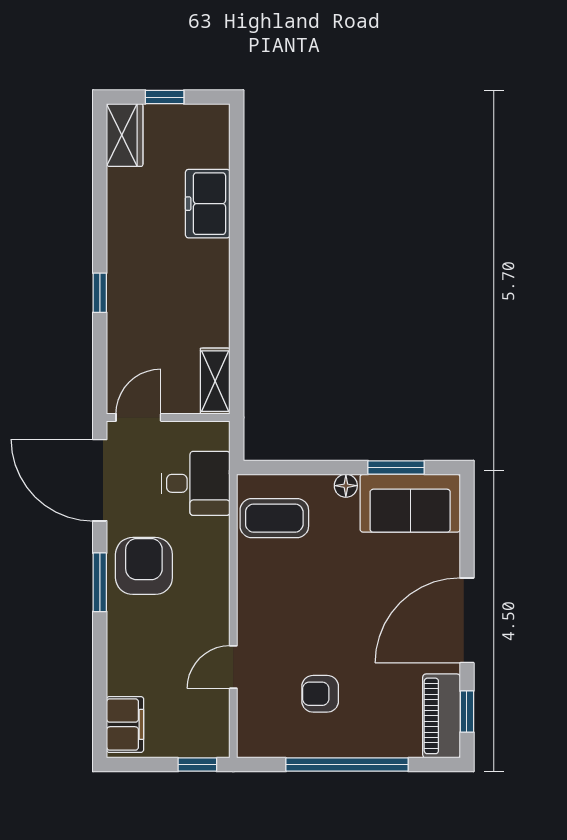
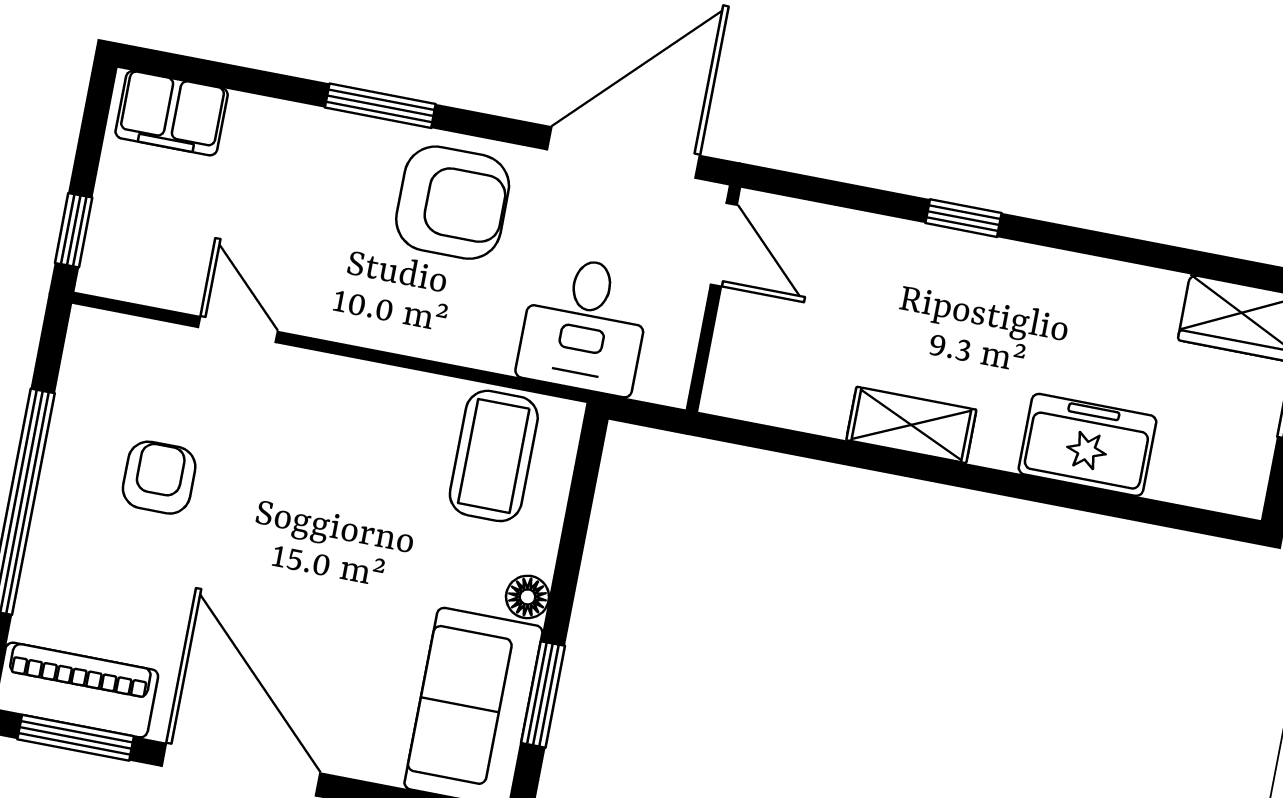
shelving: (215, 381) -> (911, 425), moved
window: (100, 582) -> (380, 106), moved
window: (467, 712) -> (76, 738), width x1.50

